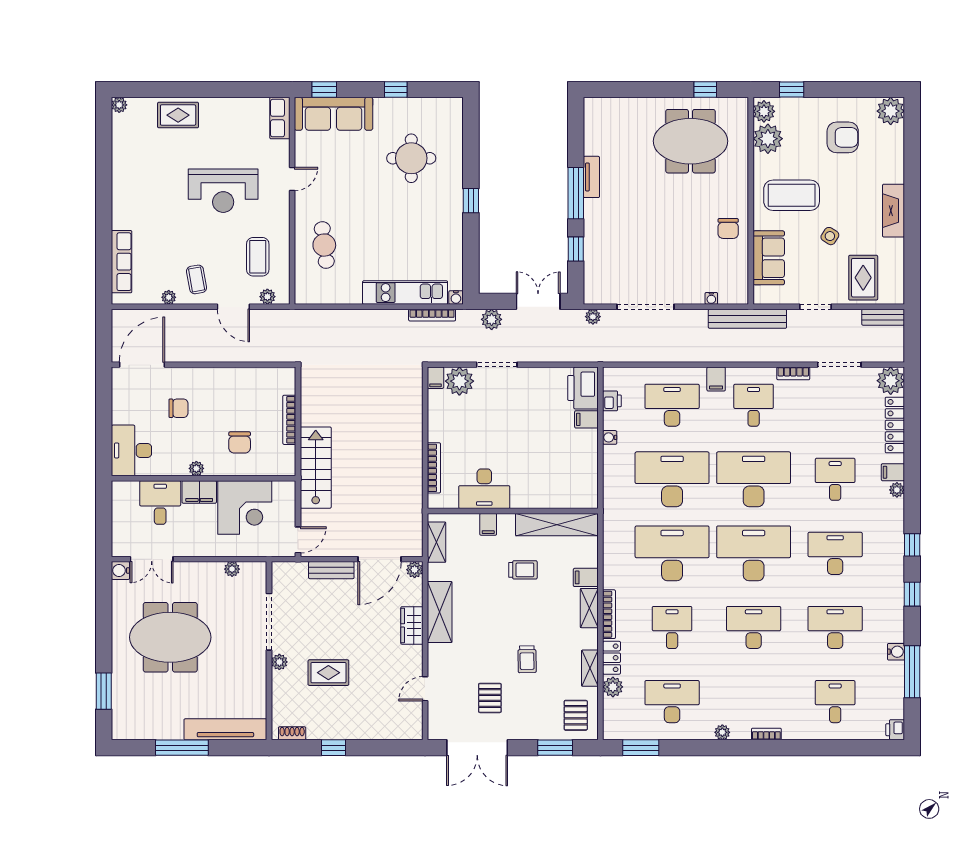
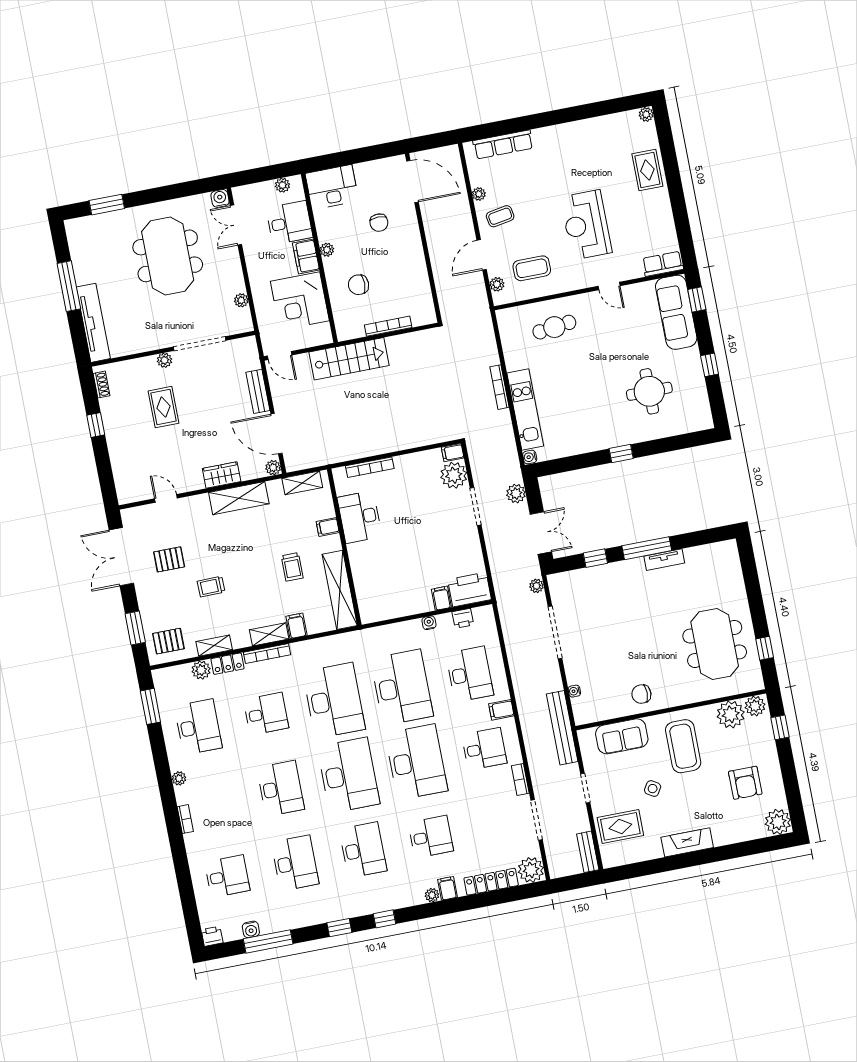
bookcase: (432, 315) -> (499, 387), moved
plant: (119, 502) -> (282, 185), added
water cooler: (896, 652) -> (251, 929), moved

